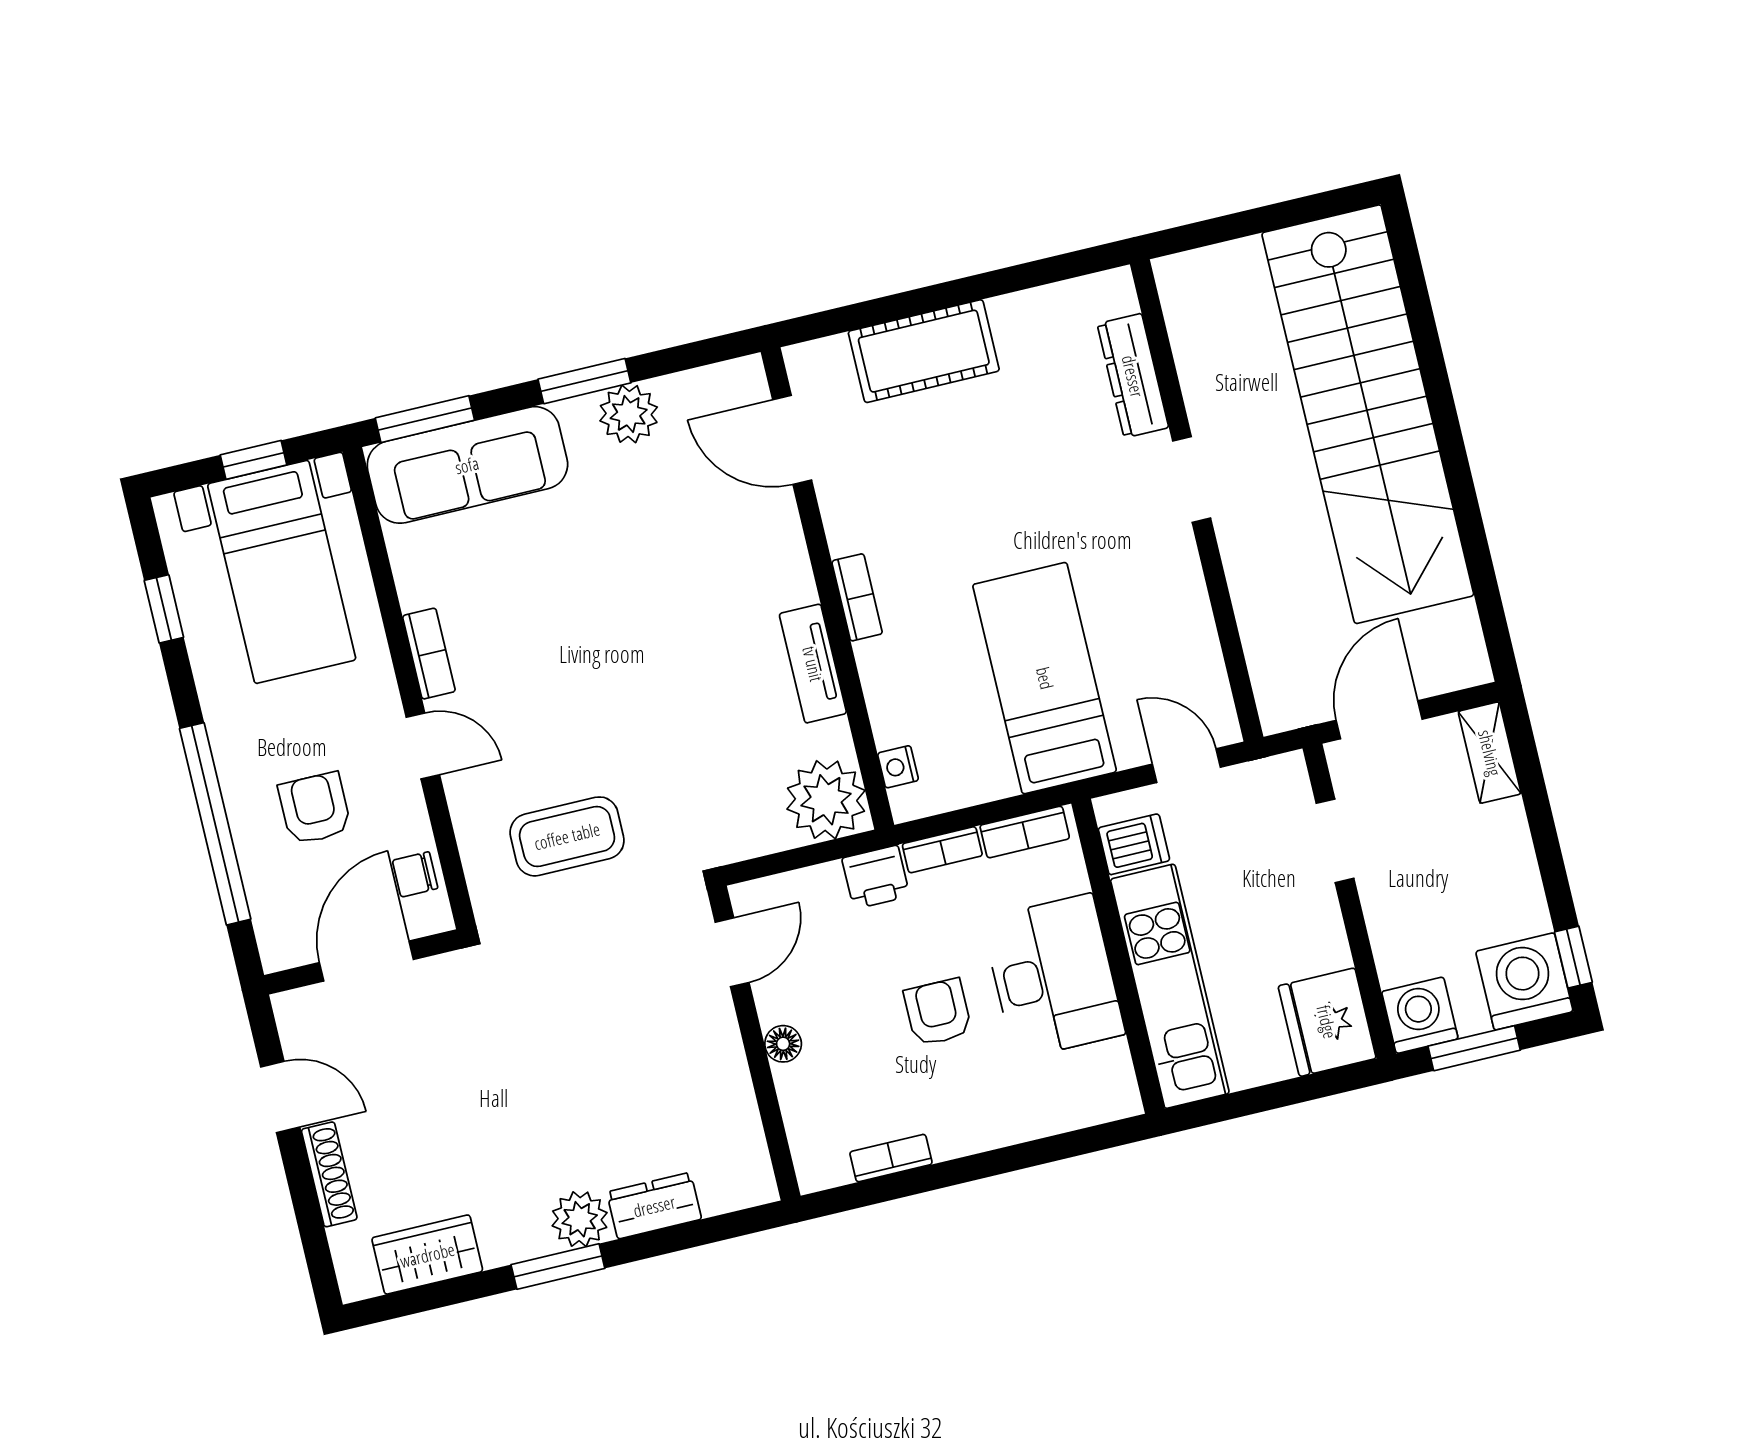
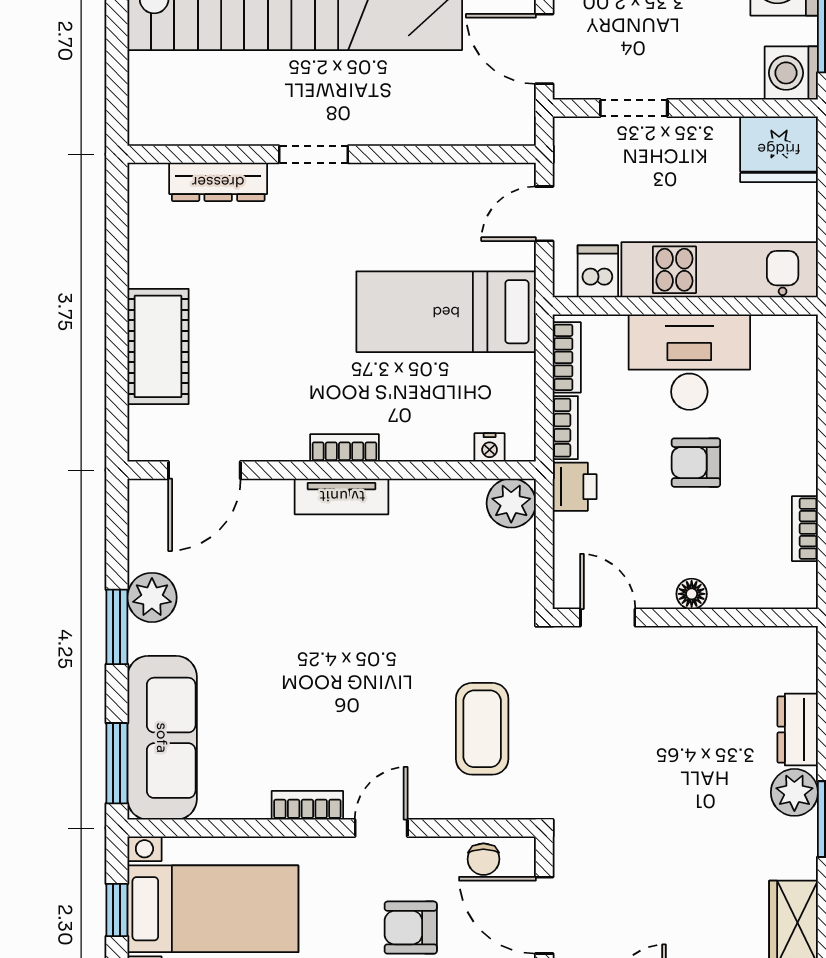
tv unit: (813, 664) -> (342, 496), moved
plant: (826, 800) -> (511, 503), width x0.73, depth x0.73

